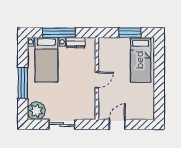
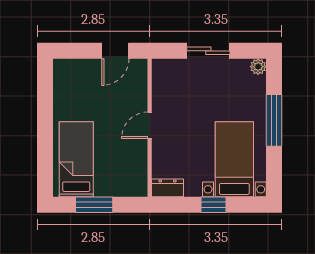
window: (59, 33) -> (213, 205), width x0.46
dresser: (76, 43) -> (167, 188), moved
plant: (36, 111) -> (258, 67), width x0.53, depth x0.53

